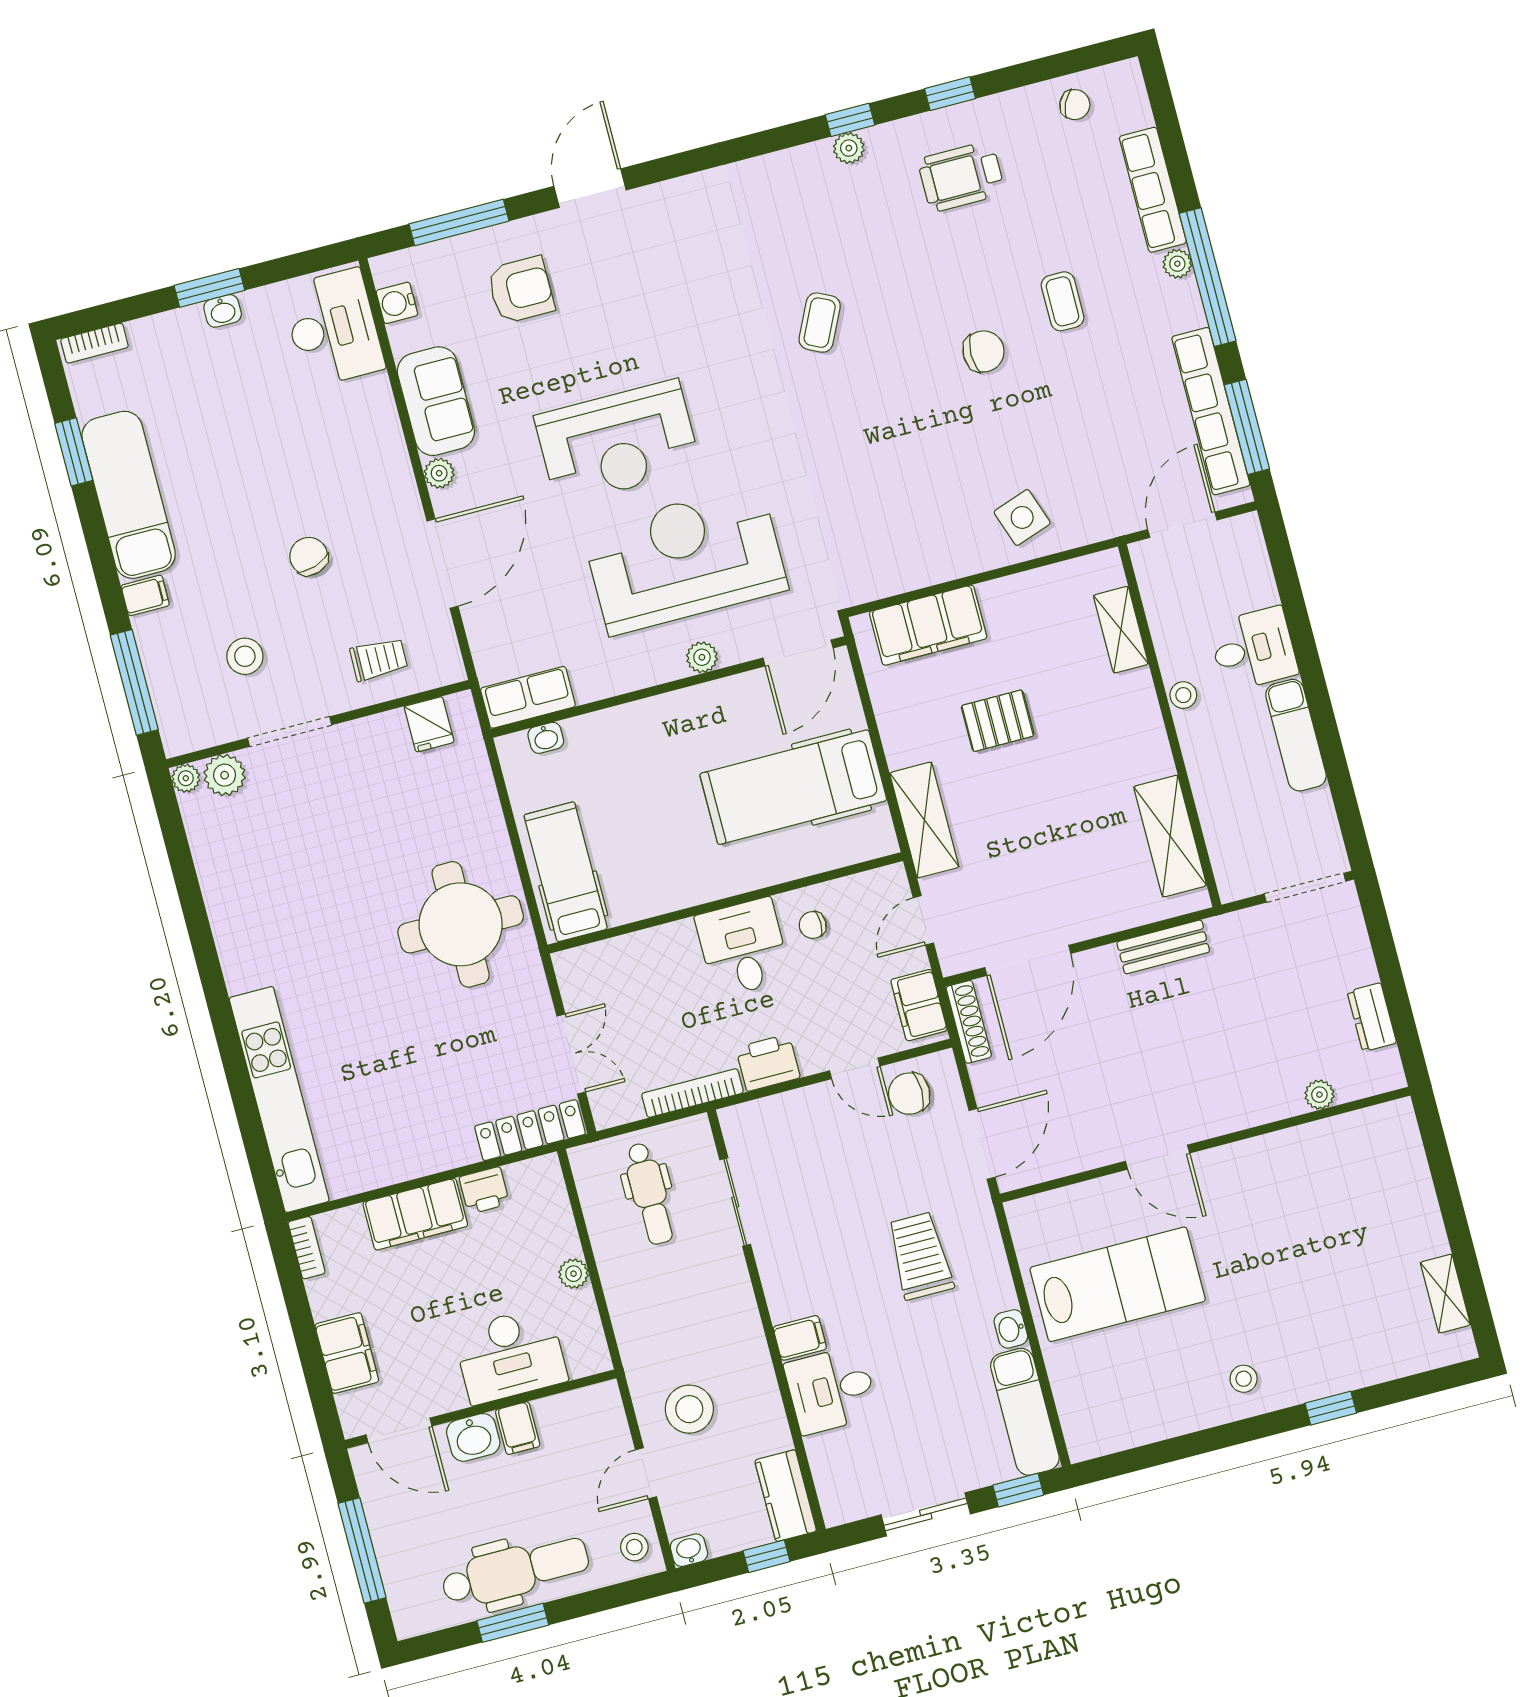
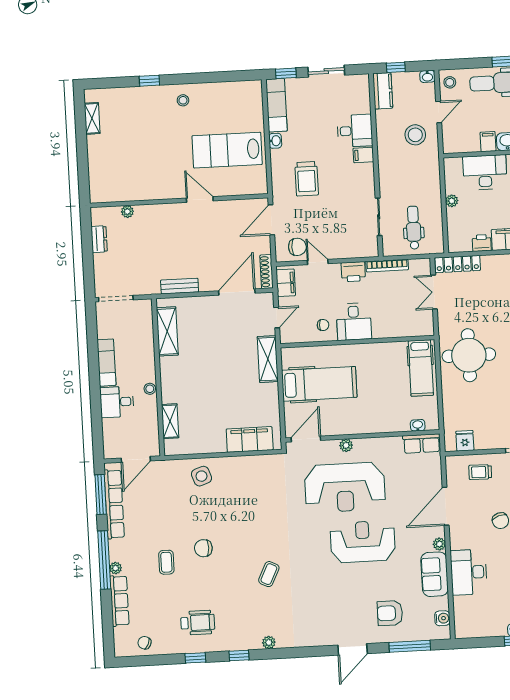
plant: (849, 148) -> (269, 642), moved
desk: (333, 328) -> (469, 572), moved
pallet: (998, 721) -> (229, 394), removed

